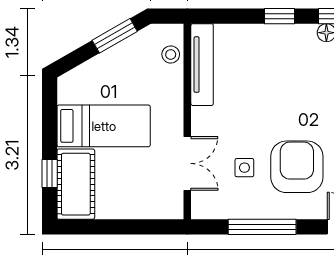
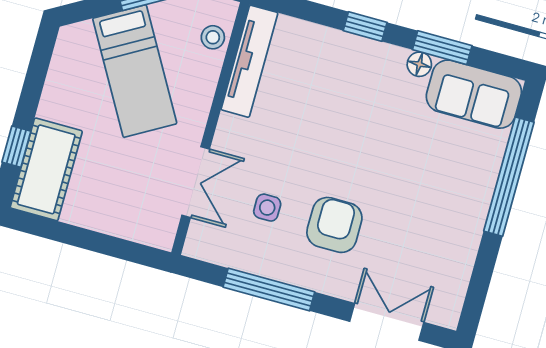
bed: (104, 126) -> (135, 71), moved, turned 60
armchair: (297, 167) -> (334, 225), width x0.73, depth x0.73

